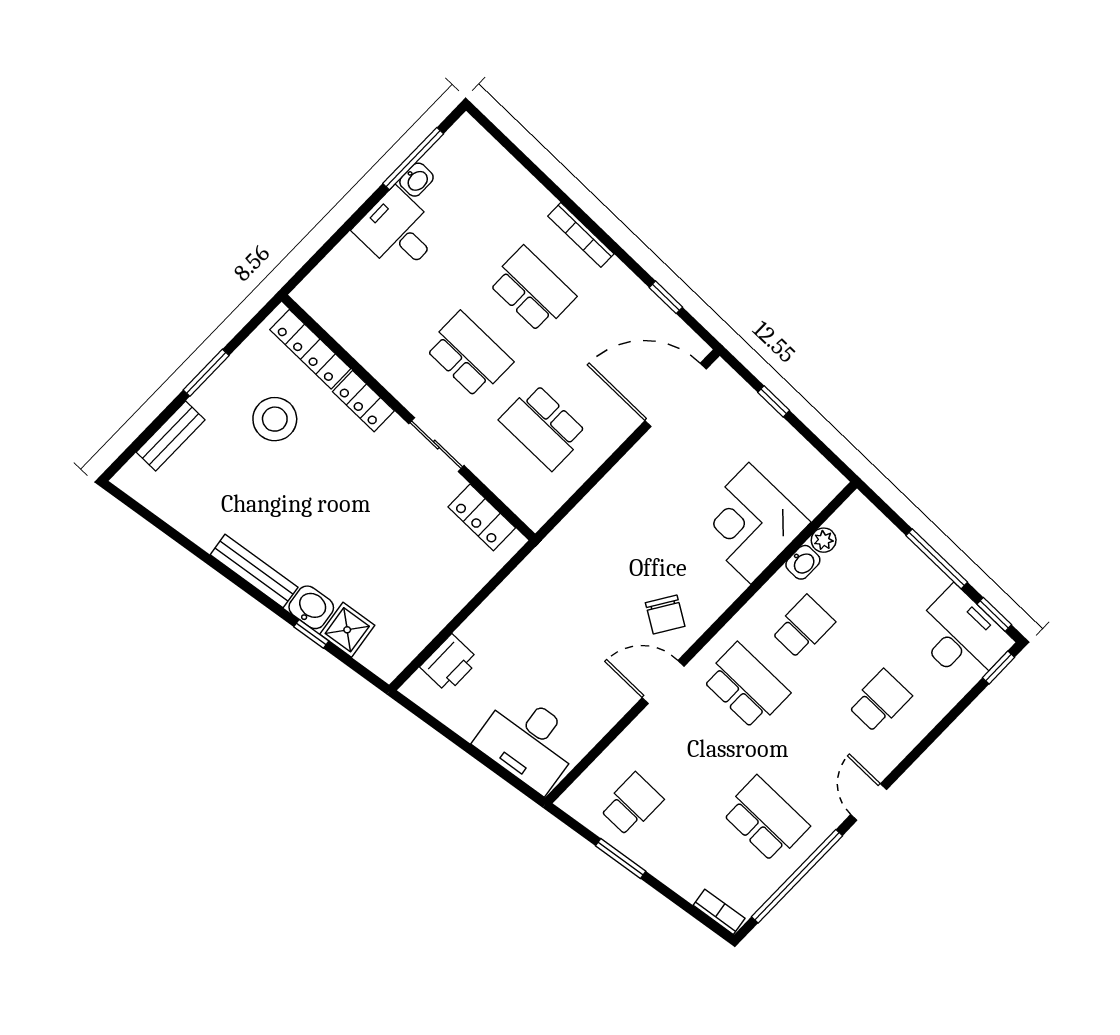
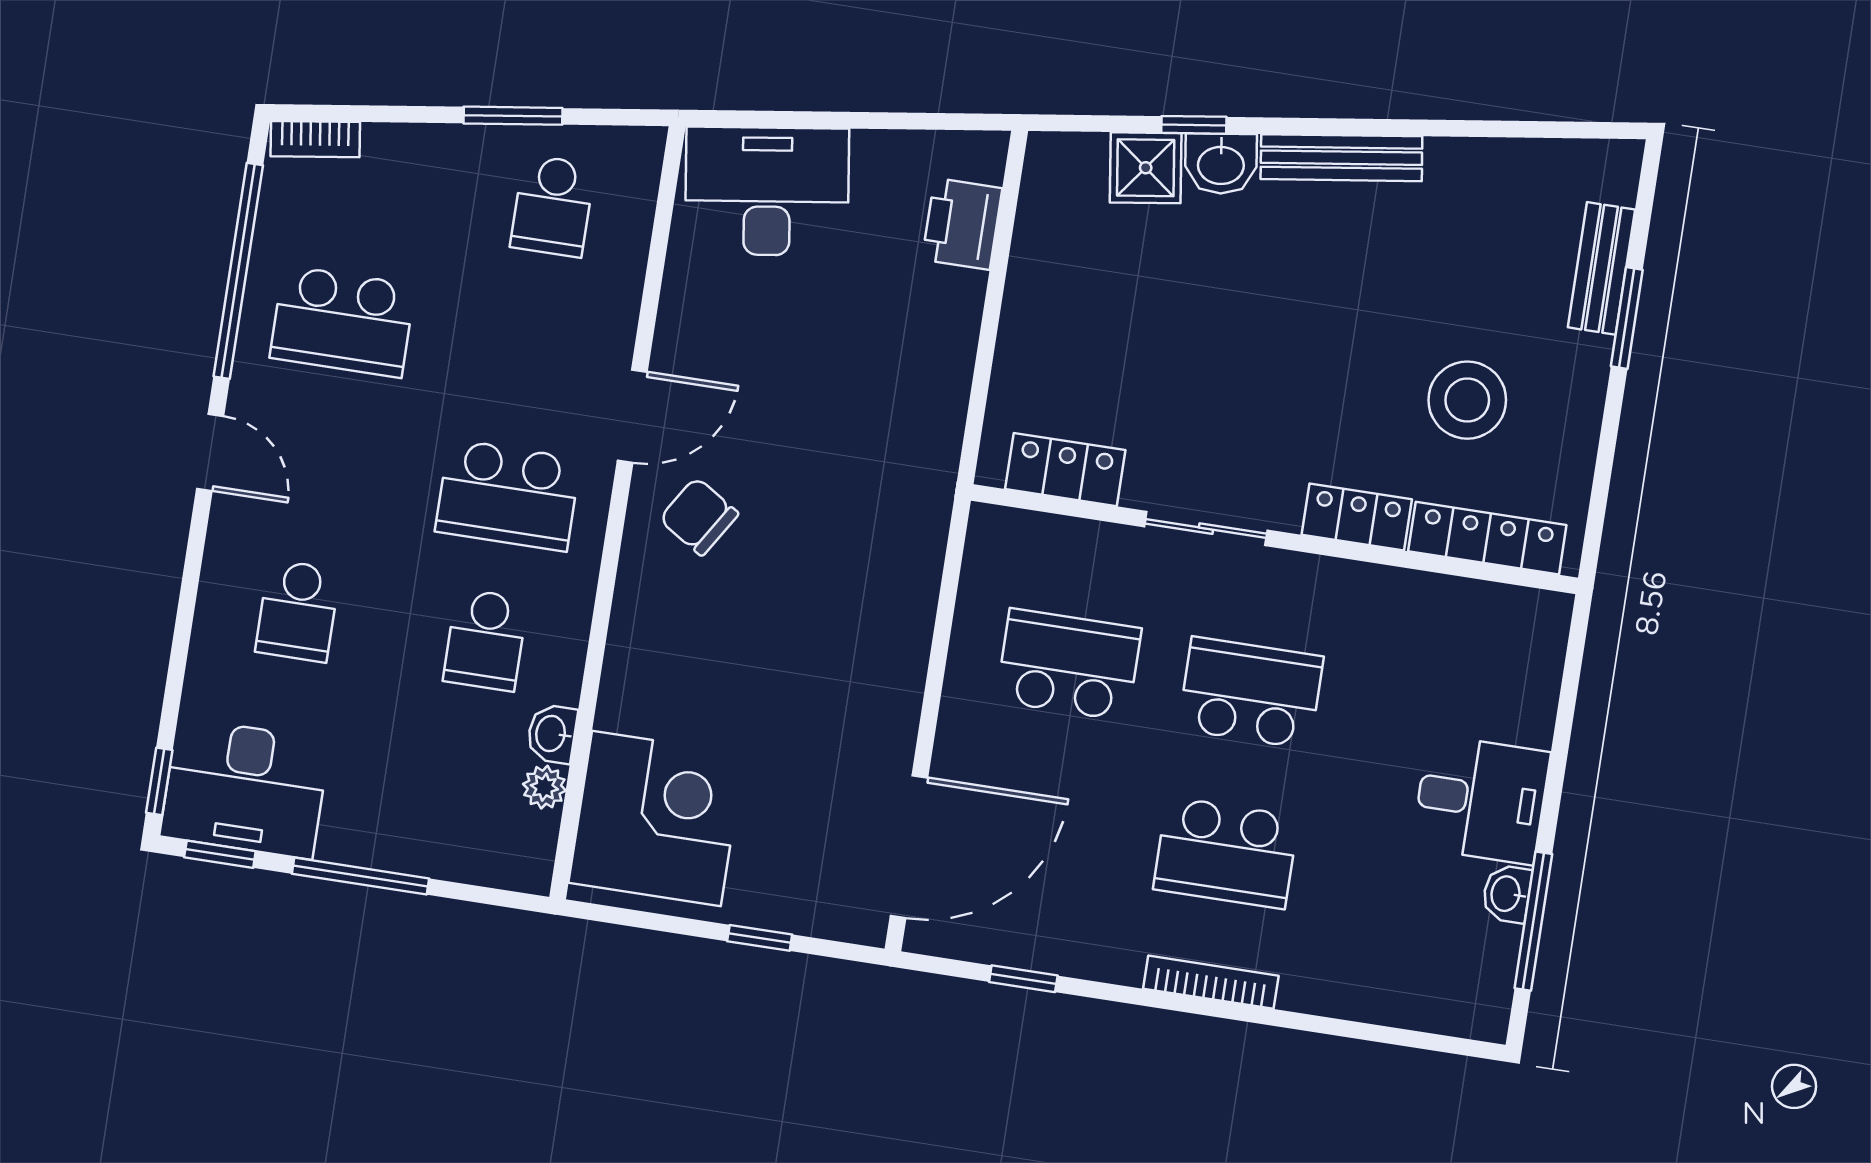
school desk: (469, 355) -> (1251, 693), turned 180
window: (206, 373) -> (1627, 318), moved
corner desk: (750, 523) -> (656, 818), moved

